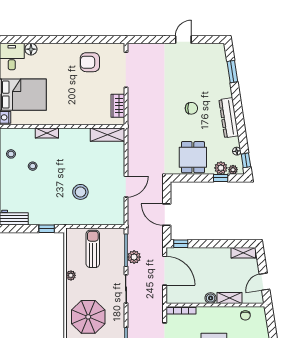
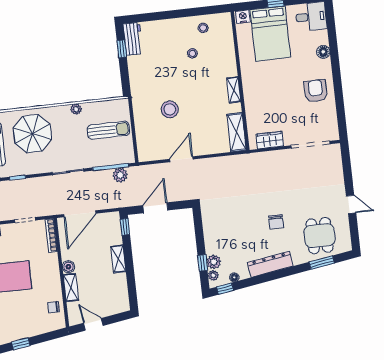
floor lamp: (31, 49) -> (323, 52), moved
armchair: (90, 62) -> (316, 91), moved
shelving: (47, 133) -> (234, 90), moved
dining table: (193, 157) -> (320, 236), moved, turned 90
door: (126, 187) -> (181, 159), swing flipped
window: (47, 229) -> (122, 49), moved
shelving: (243, 253) -> (118, 259), moved
plant: (134, 257) -> (120, 175), moved
door: (165, 271) -> (80, 214), moved

